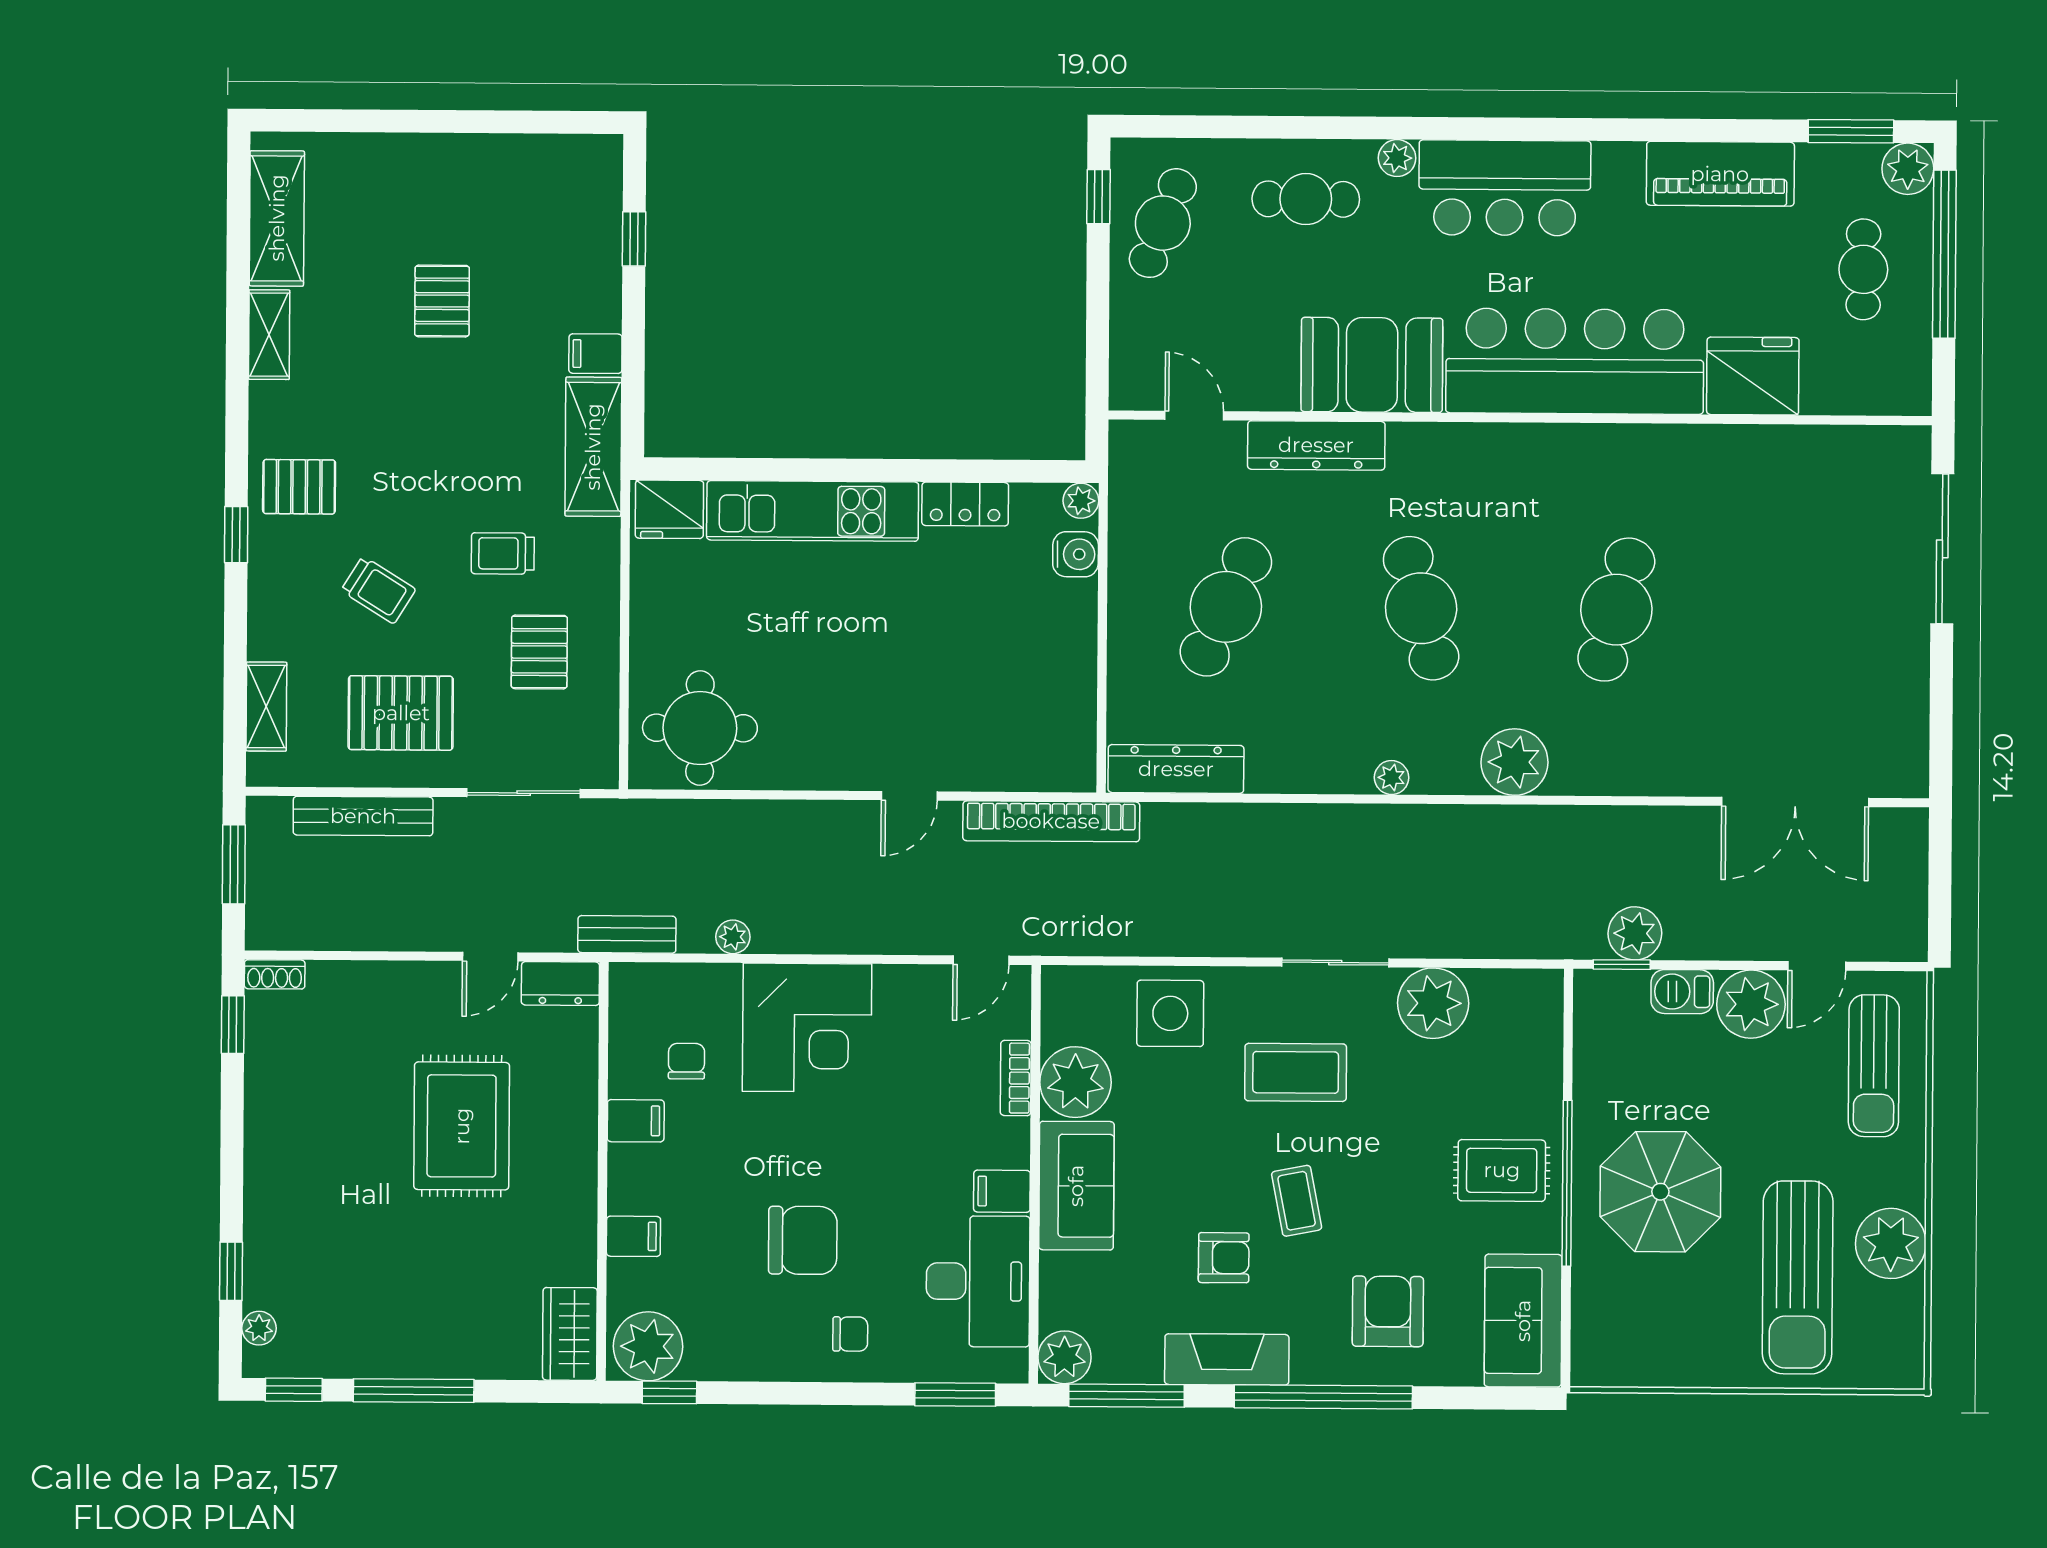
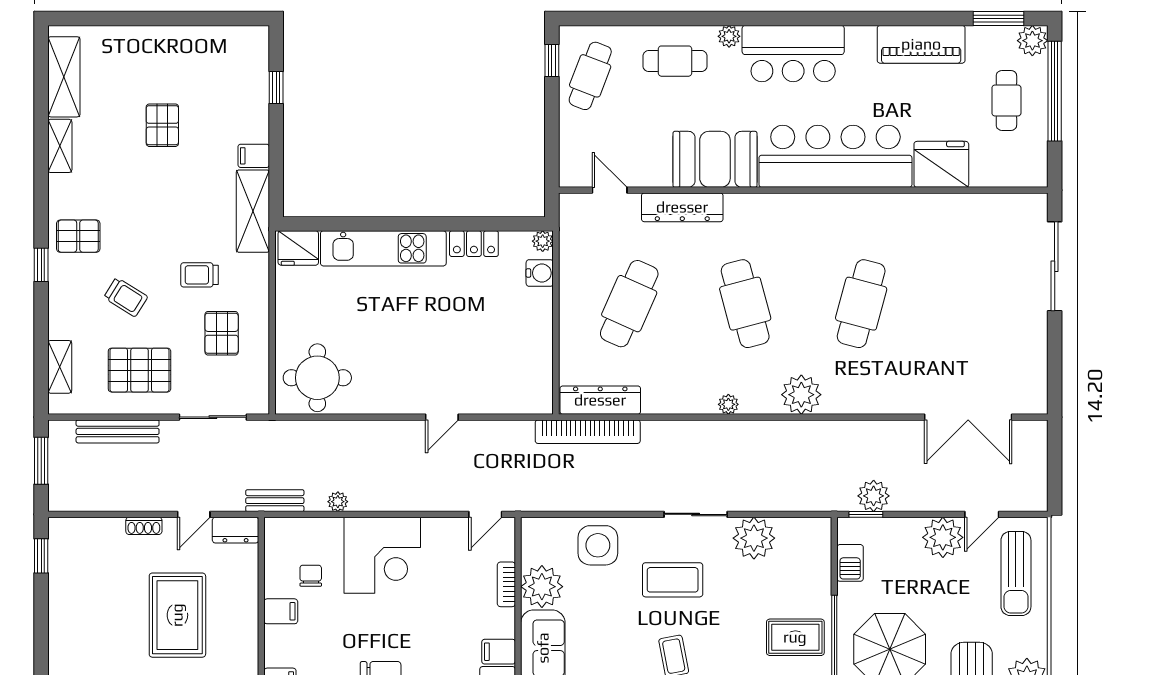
bookcase: (1051, 821) -> (588, 432), moved
shoe rack: (275, 974) -> (144, 526), moved
barbecue: (1682, 992) -> (850, 563), moved, turned -90

